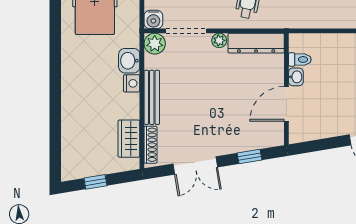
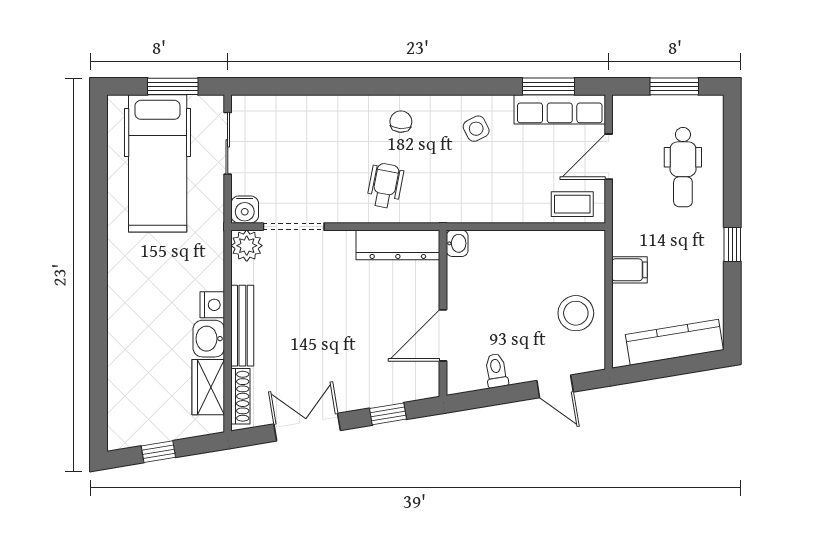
plant: (219, 40) -> (343, 241), removed
toilet: (300, 59) -> (496, 371), moved, turned -99
washbasin: (129, 61) -> (209, 339), moved
washbasin: (296, 77) -> (457, 243), moved
double door: (195, 165) -> (307, 427), swing flipped

